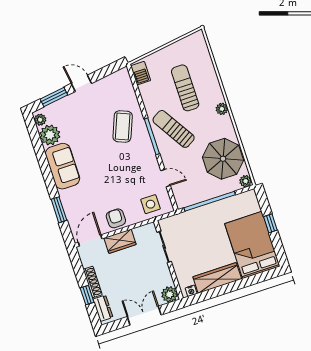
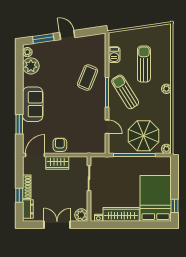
barbecue: (141, 73) -> (114, 55), moved
parasol: (223, 159) -> (144, 136), moved
sofa: (63, 166) -> (33, 104), moved
side table: (150, 204) -> (89, 143), removed
window: (270, 223) -> (175, 206), moved

